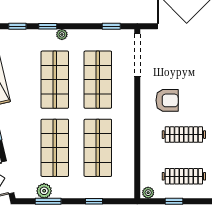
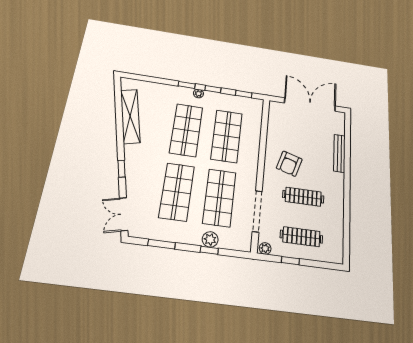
window: (17, 26) -> (213, 89), moved
doorway: (137, 55) -> (257, 211), moved
armchair: (167, 100) -> (289, 164), turned 107
plant: (44, 191) -> (210, 239), moved

